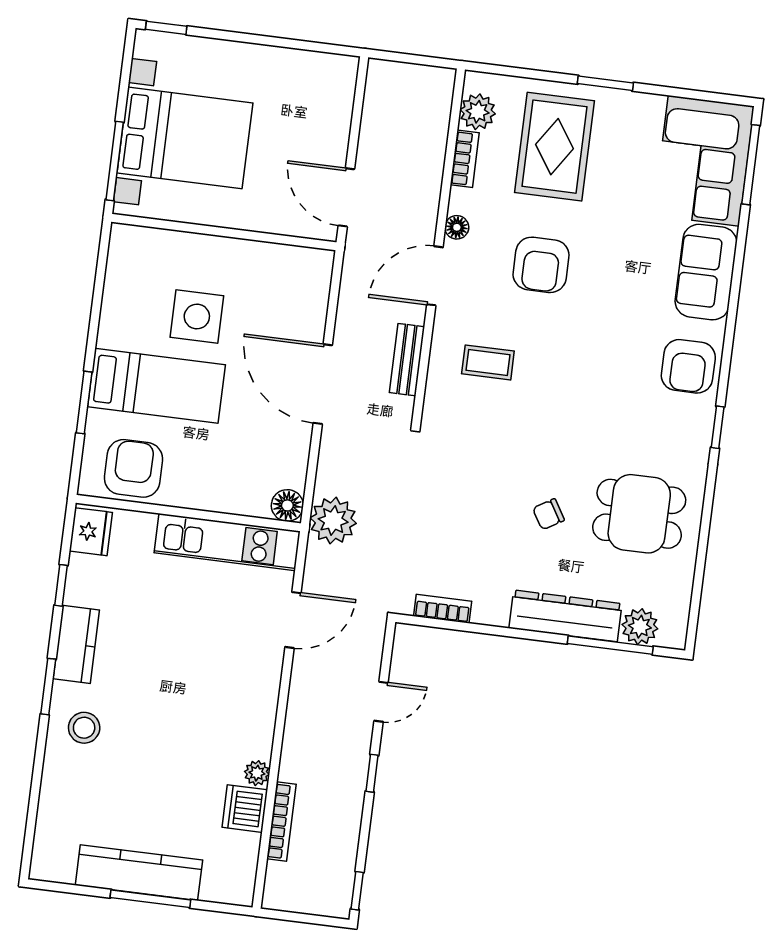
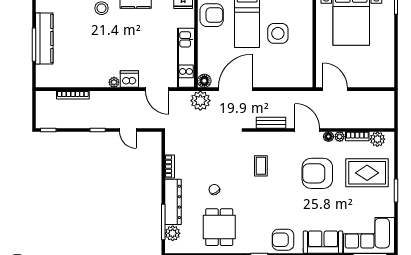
door: (346, 197) -> (335, 89), hinge flipped
plant: (460, 201) -> (340, 137), added
armchair: (541, 265) -> (317, 173), width x1.36, depth x1.36
coffee table: (488, 362) -> (261, 166), moved
door: (323, 384) -> (235, 89), moved
bookcase: (443, 609) -> (170, 166), moved
plant: (257, 773) -> (114, 82), moved
dishwasher: (245, 809) -> (129, 79), moved

